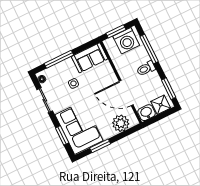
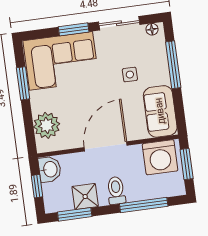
washing machine: (126, 41) -> (160, 157), moved, turned -90
door: (126, 93) -> (106, 146), moved
shower: (161, 105) -> (85, 197), moved
window: (159, 117) -> (37, 186), added
window: (62, 135) -> (74, 29), moved

